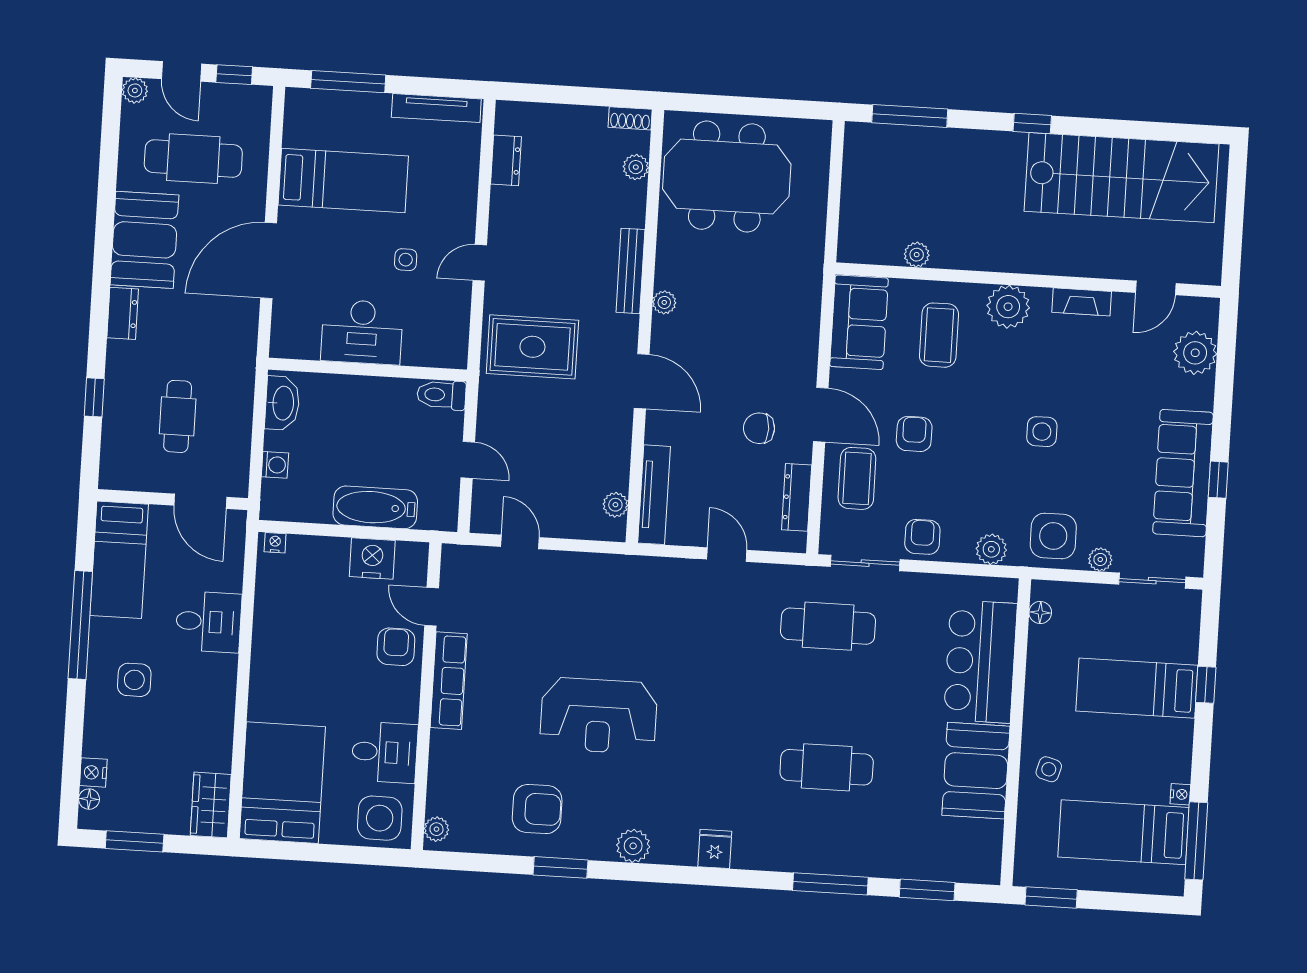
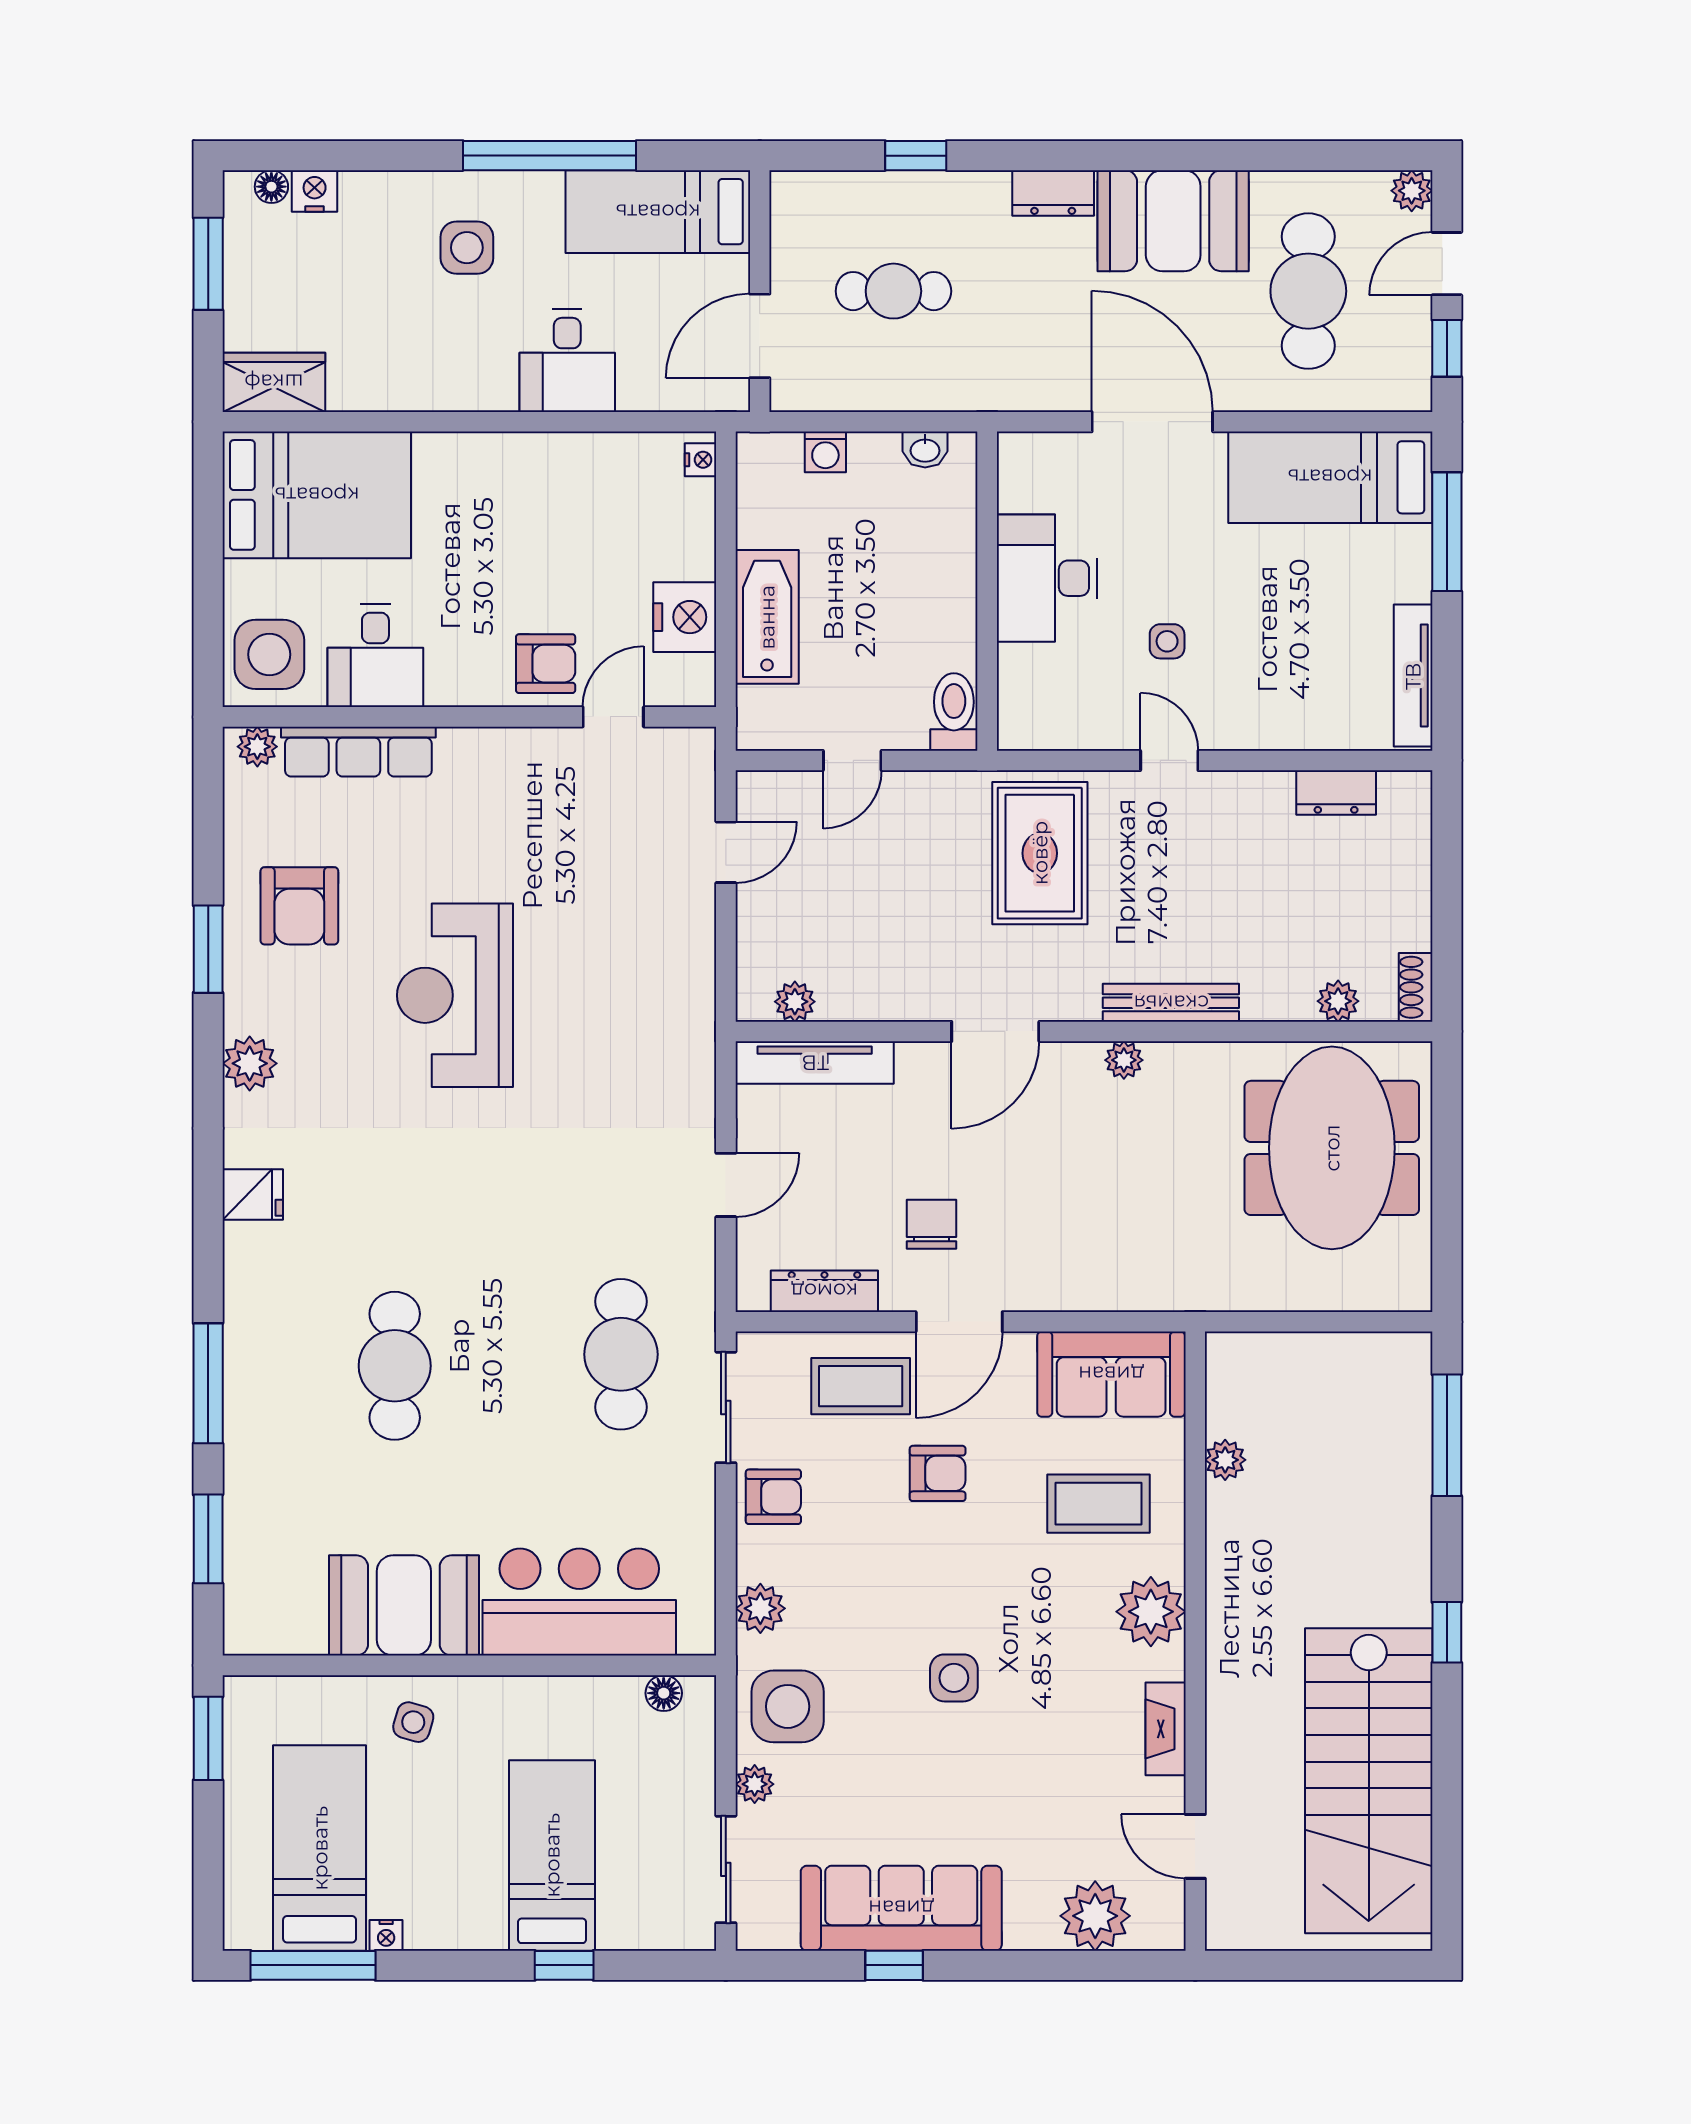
bed: (343, 180) -> (1330, 477), moved, turned 90
washbasin: (282, 403) -> (925, 450), width x0.52, depth x0.69
row of seats: (449, 681) -> (358, 752), moved

